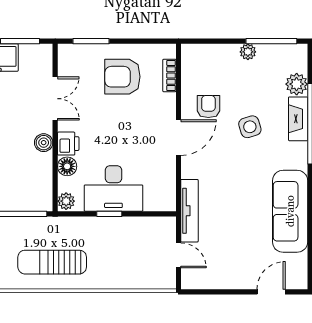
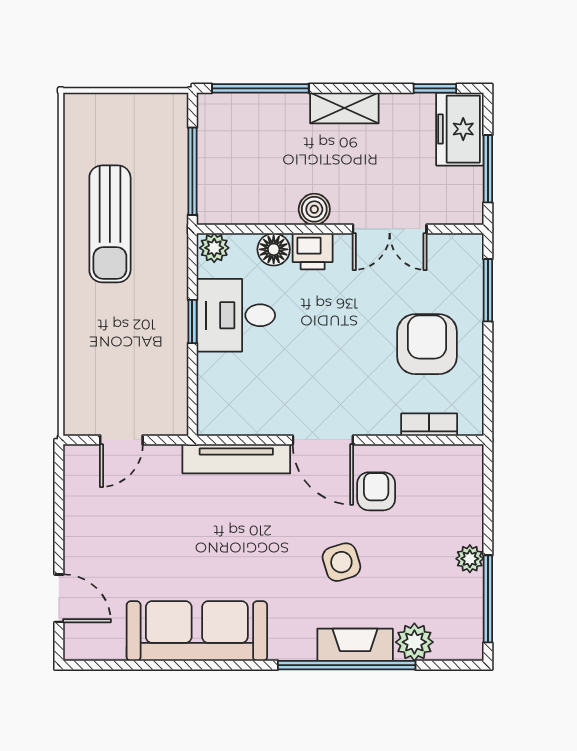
armchair: (208, 106) -> (376, 491), turned -90
desk: (113, 188) -> (236, 315), width x0.73
tv unit: (189, 211) -> (236, 459), moved
sun lounger: (52, 262) -> (110, 224), turned 180

